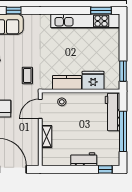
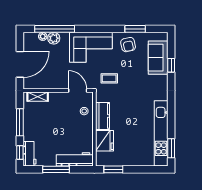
window: (123, 131) -> (56, 169), width x0.68
shelving: (47, 136) -> (38, 97), moved
workbench: (84, 159) -> (29, 154), moved
window: (74, 169) -> (20, 122), added

